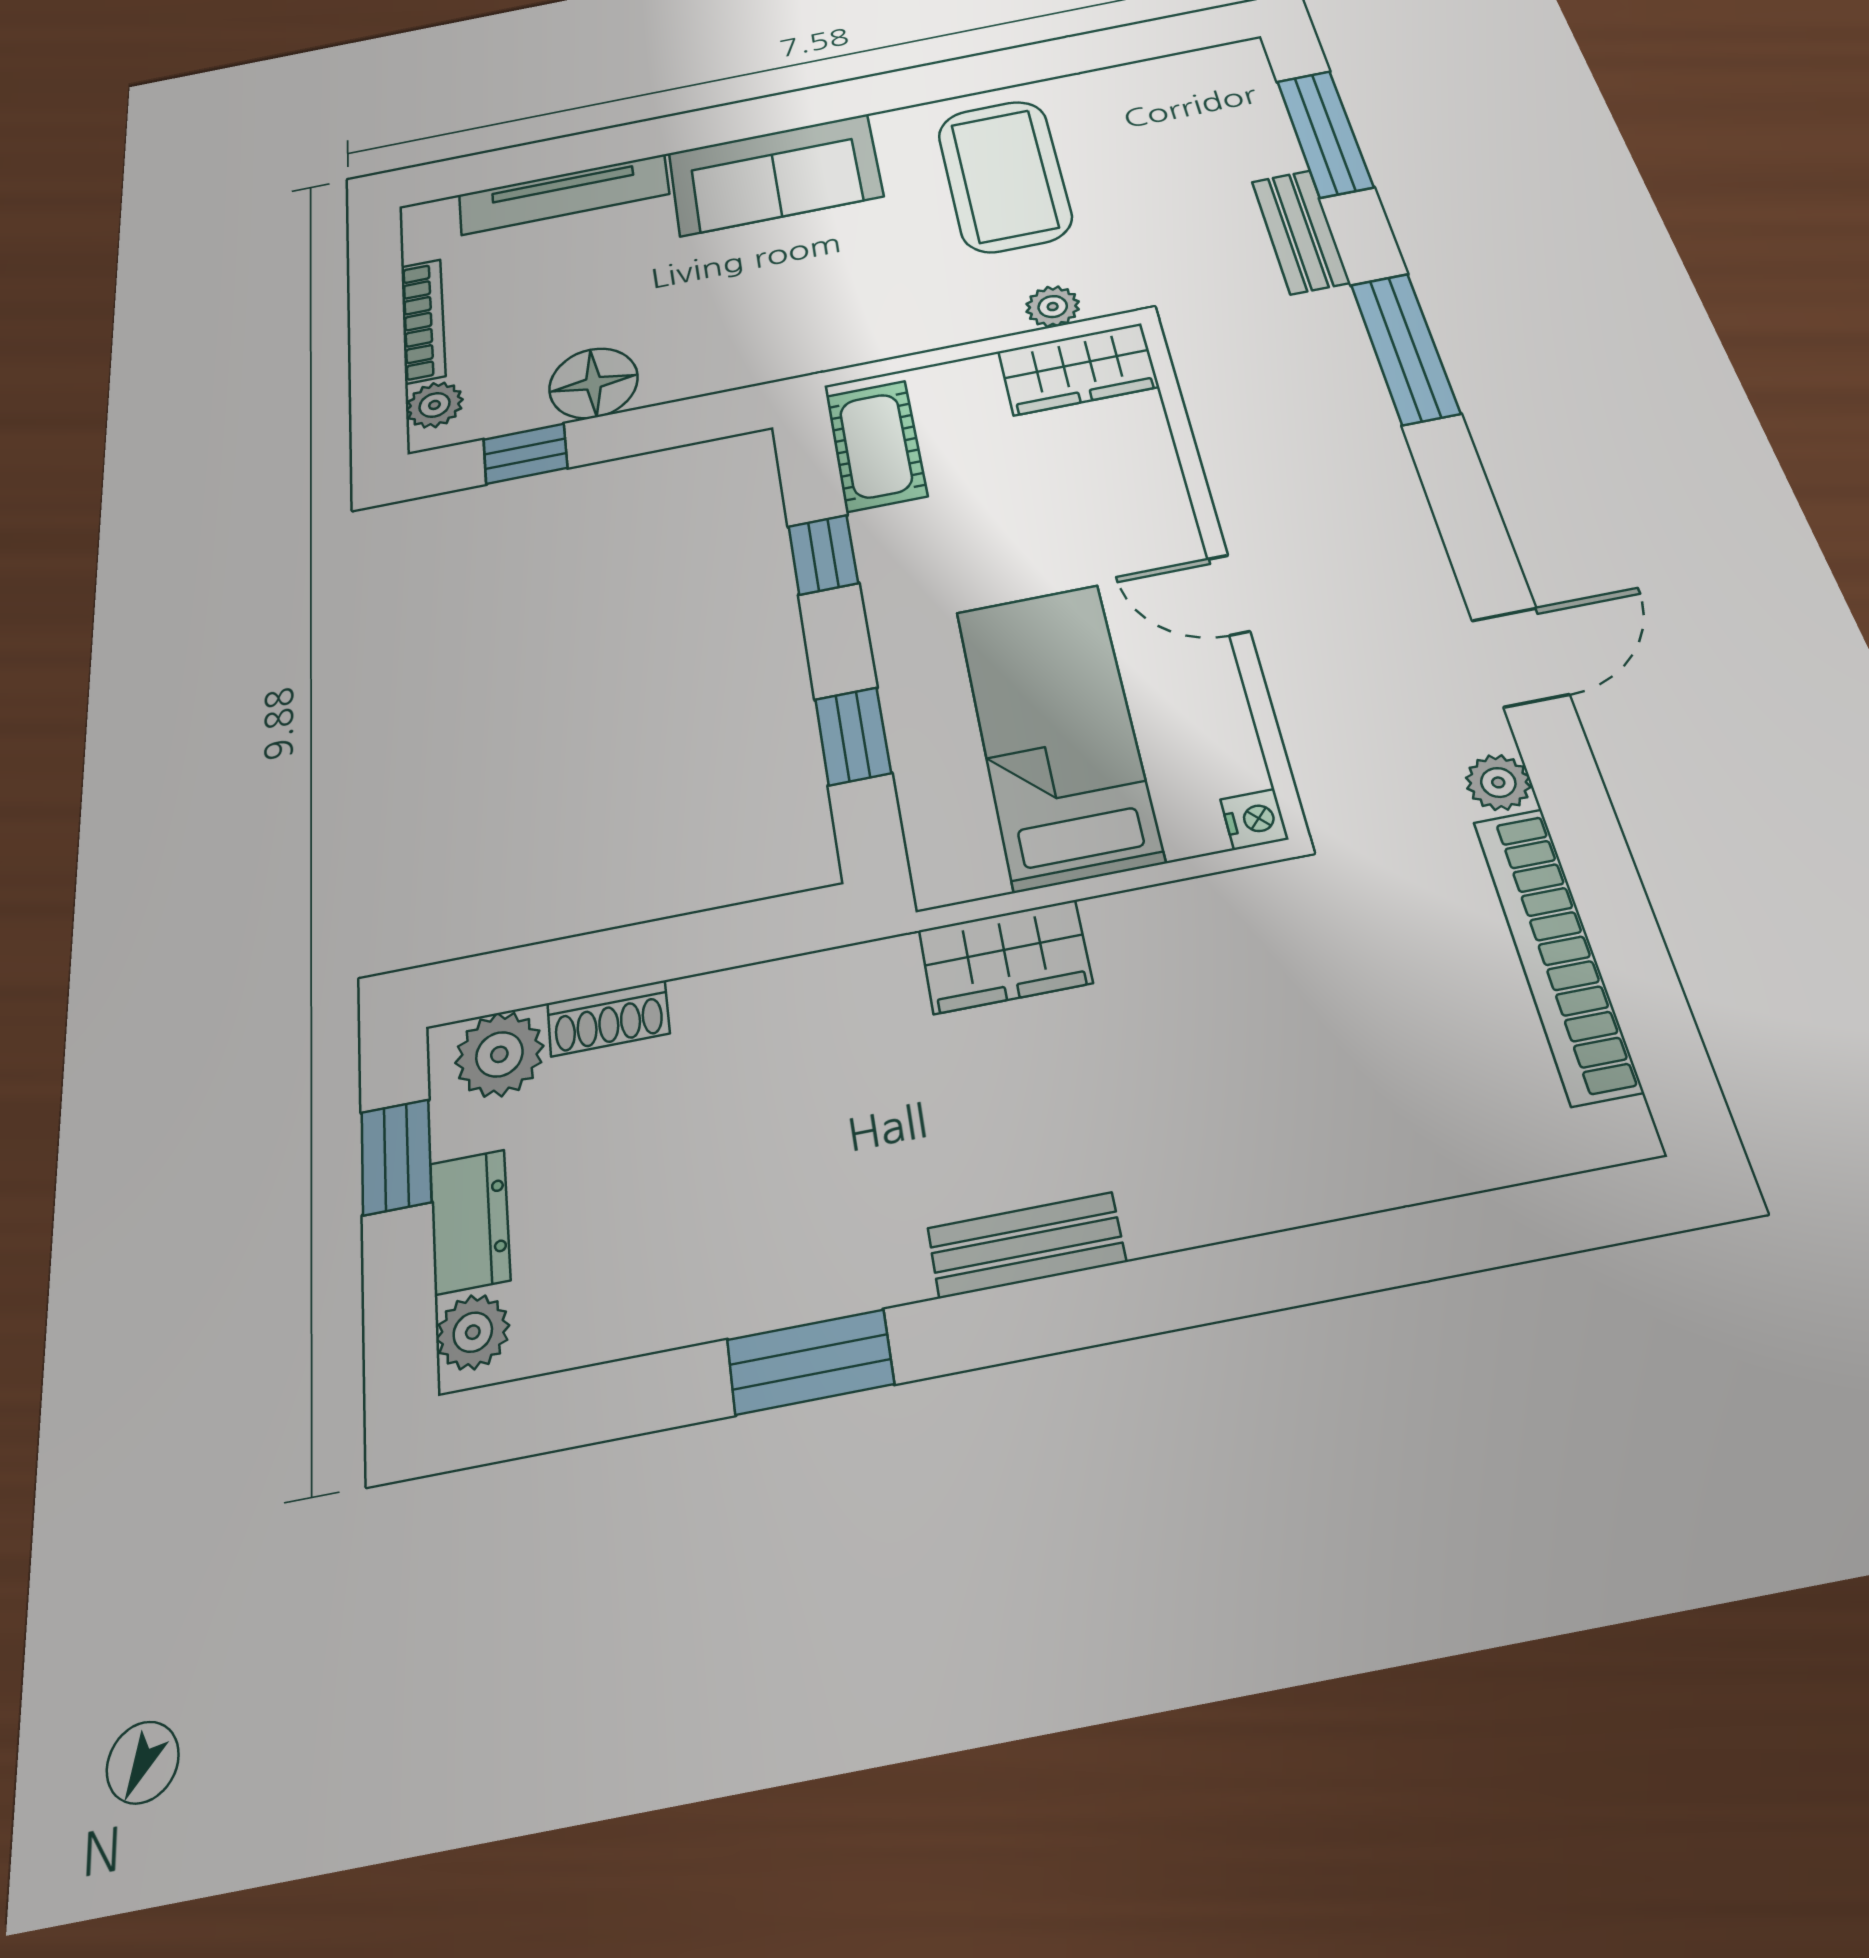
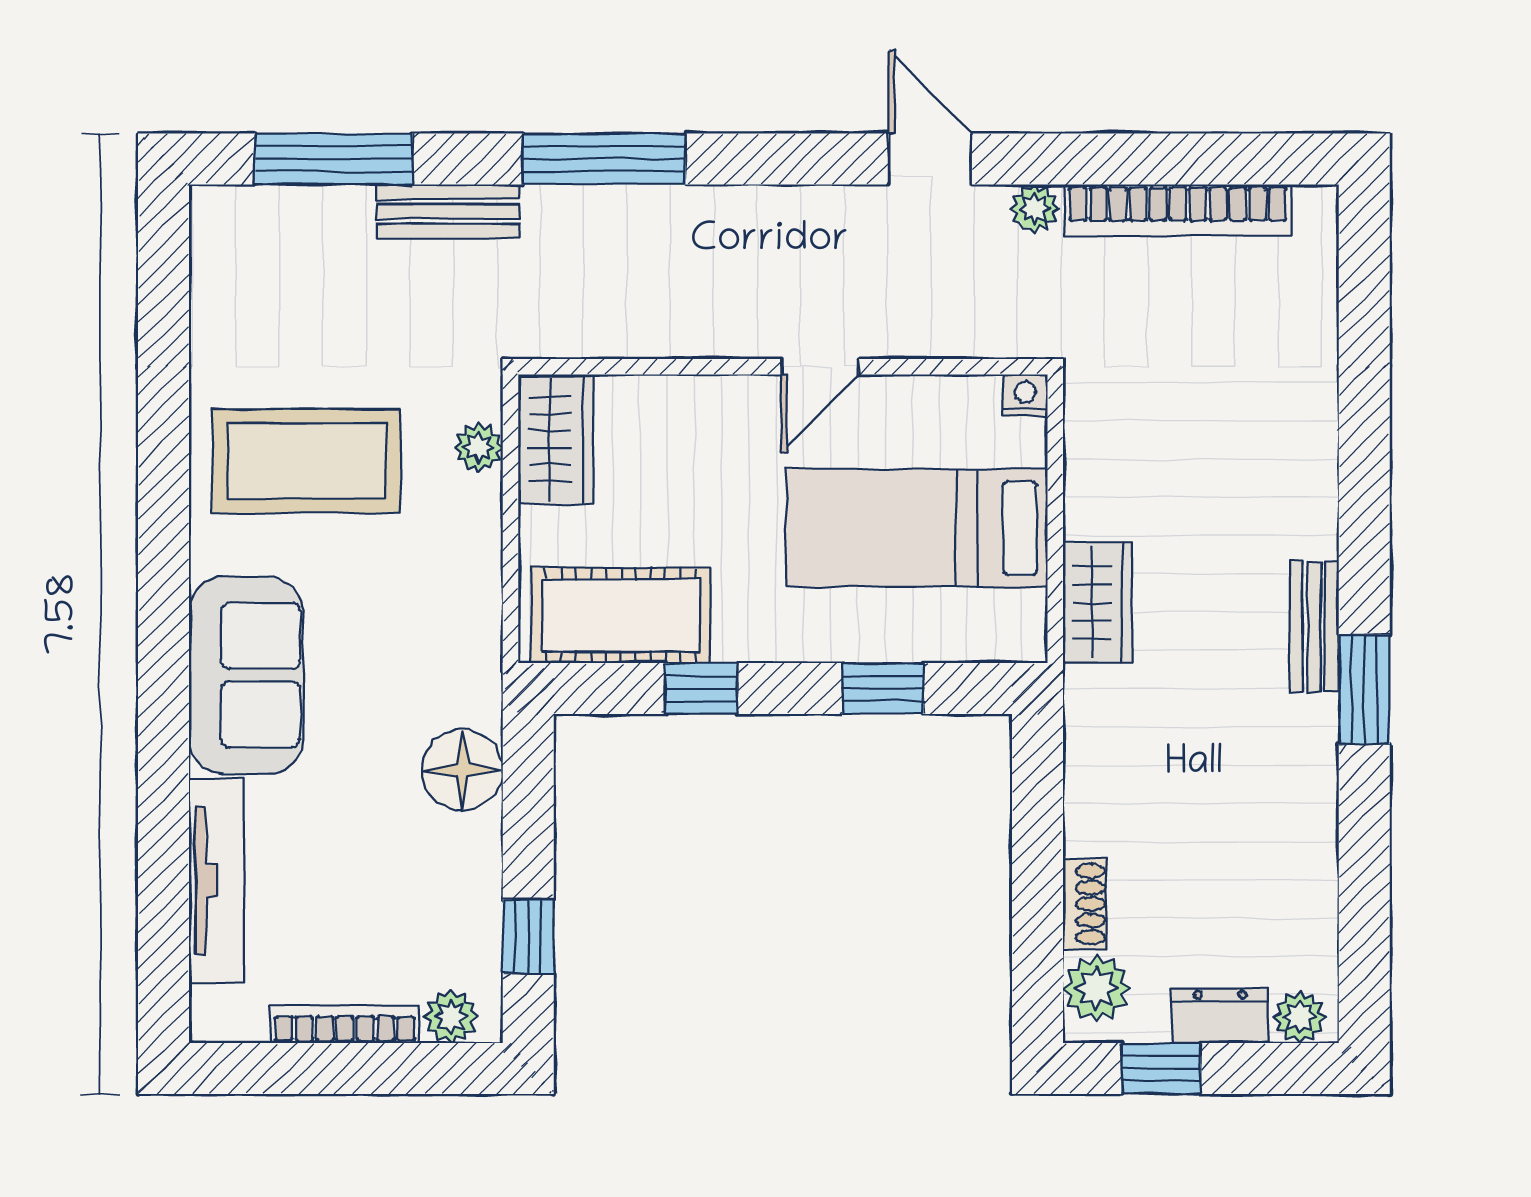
floor lamp: (593, 383) -> (462, 770), moved
cot: (876, 446) -> (621, 615), width x1.37, depth x1.34
window: (810, 1362) -> (1364, 689), moved

